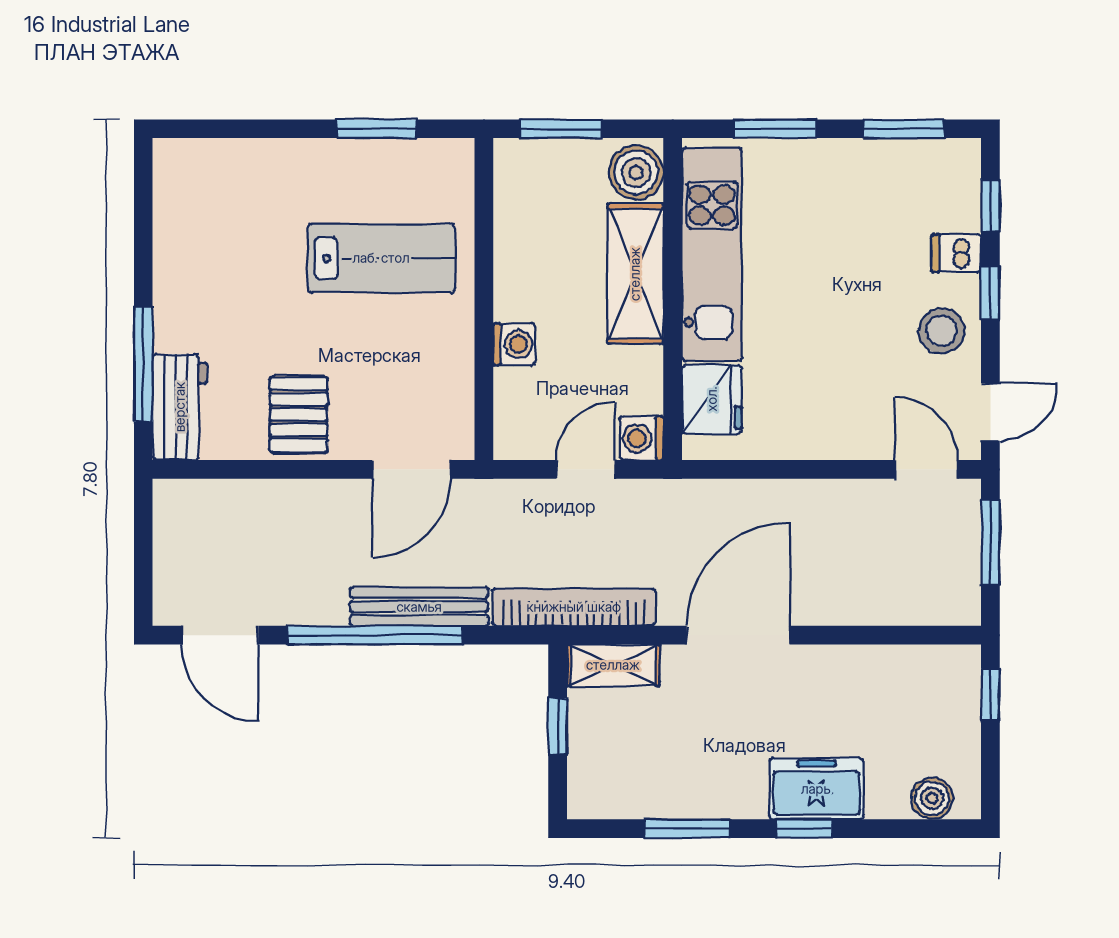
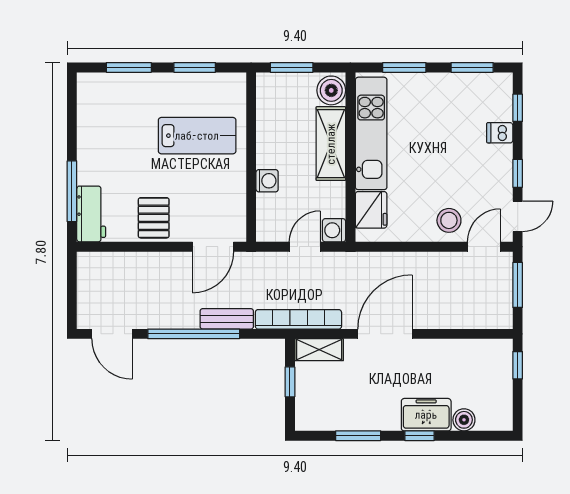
window: (252, 129) -> (129, 67), added
window: (990, 293) -> (518, 173), moved
stool: (942, 331) -> (449, 220), moved
door: (926, 469) -> (484, 247), hinge flipped
bench: (419, 607) -> (227, 319), width x0.73
boiler: (932, 798) -> (464, 420), moved

